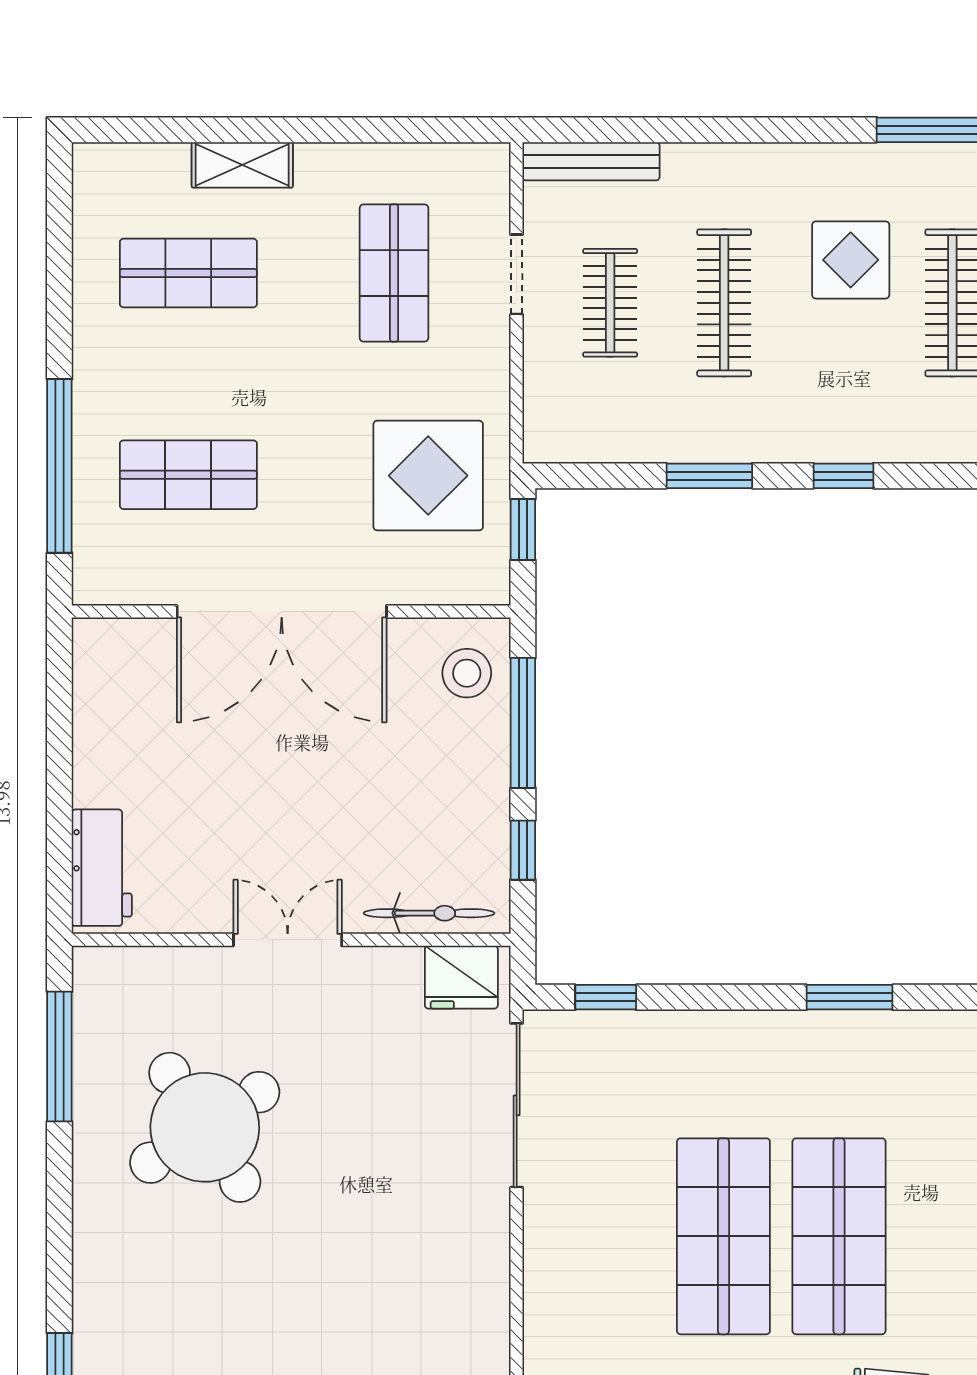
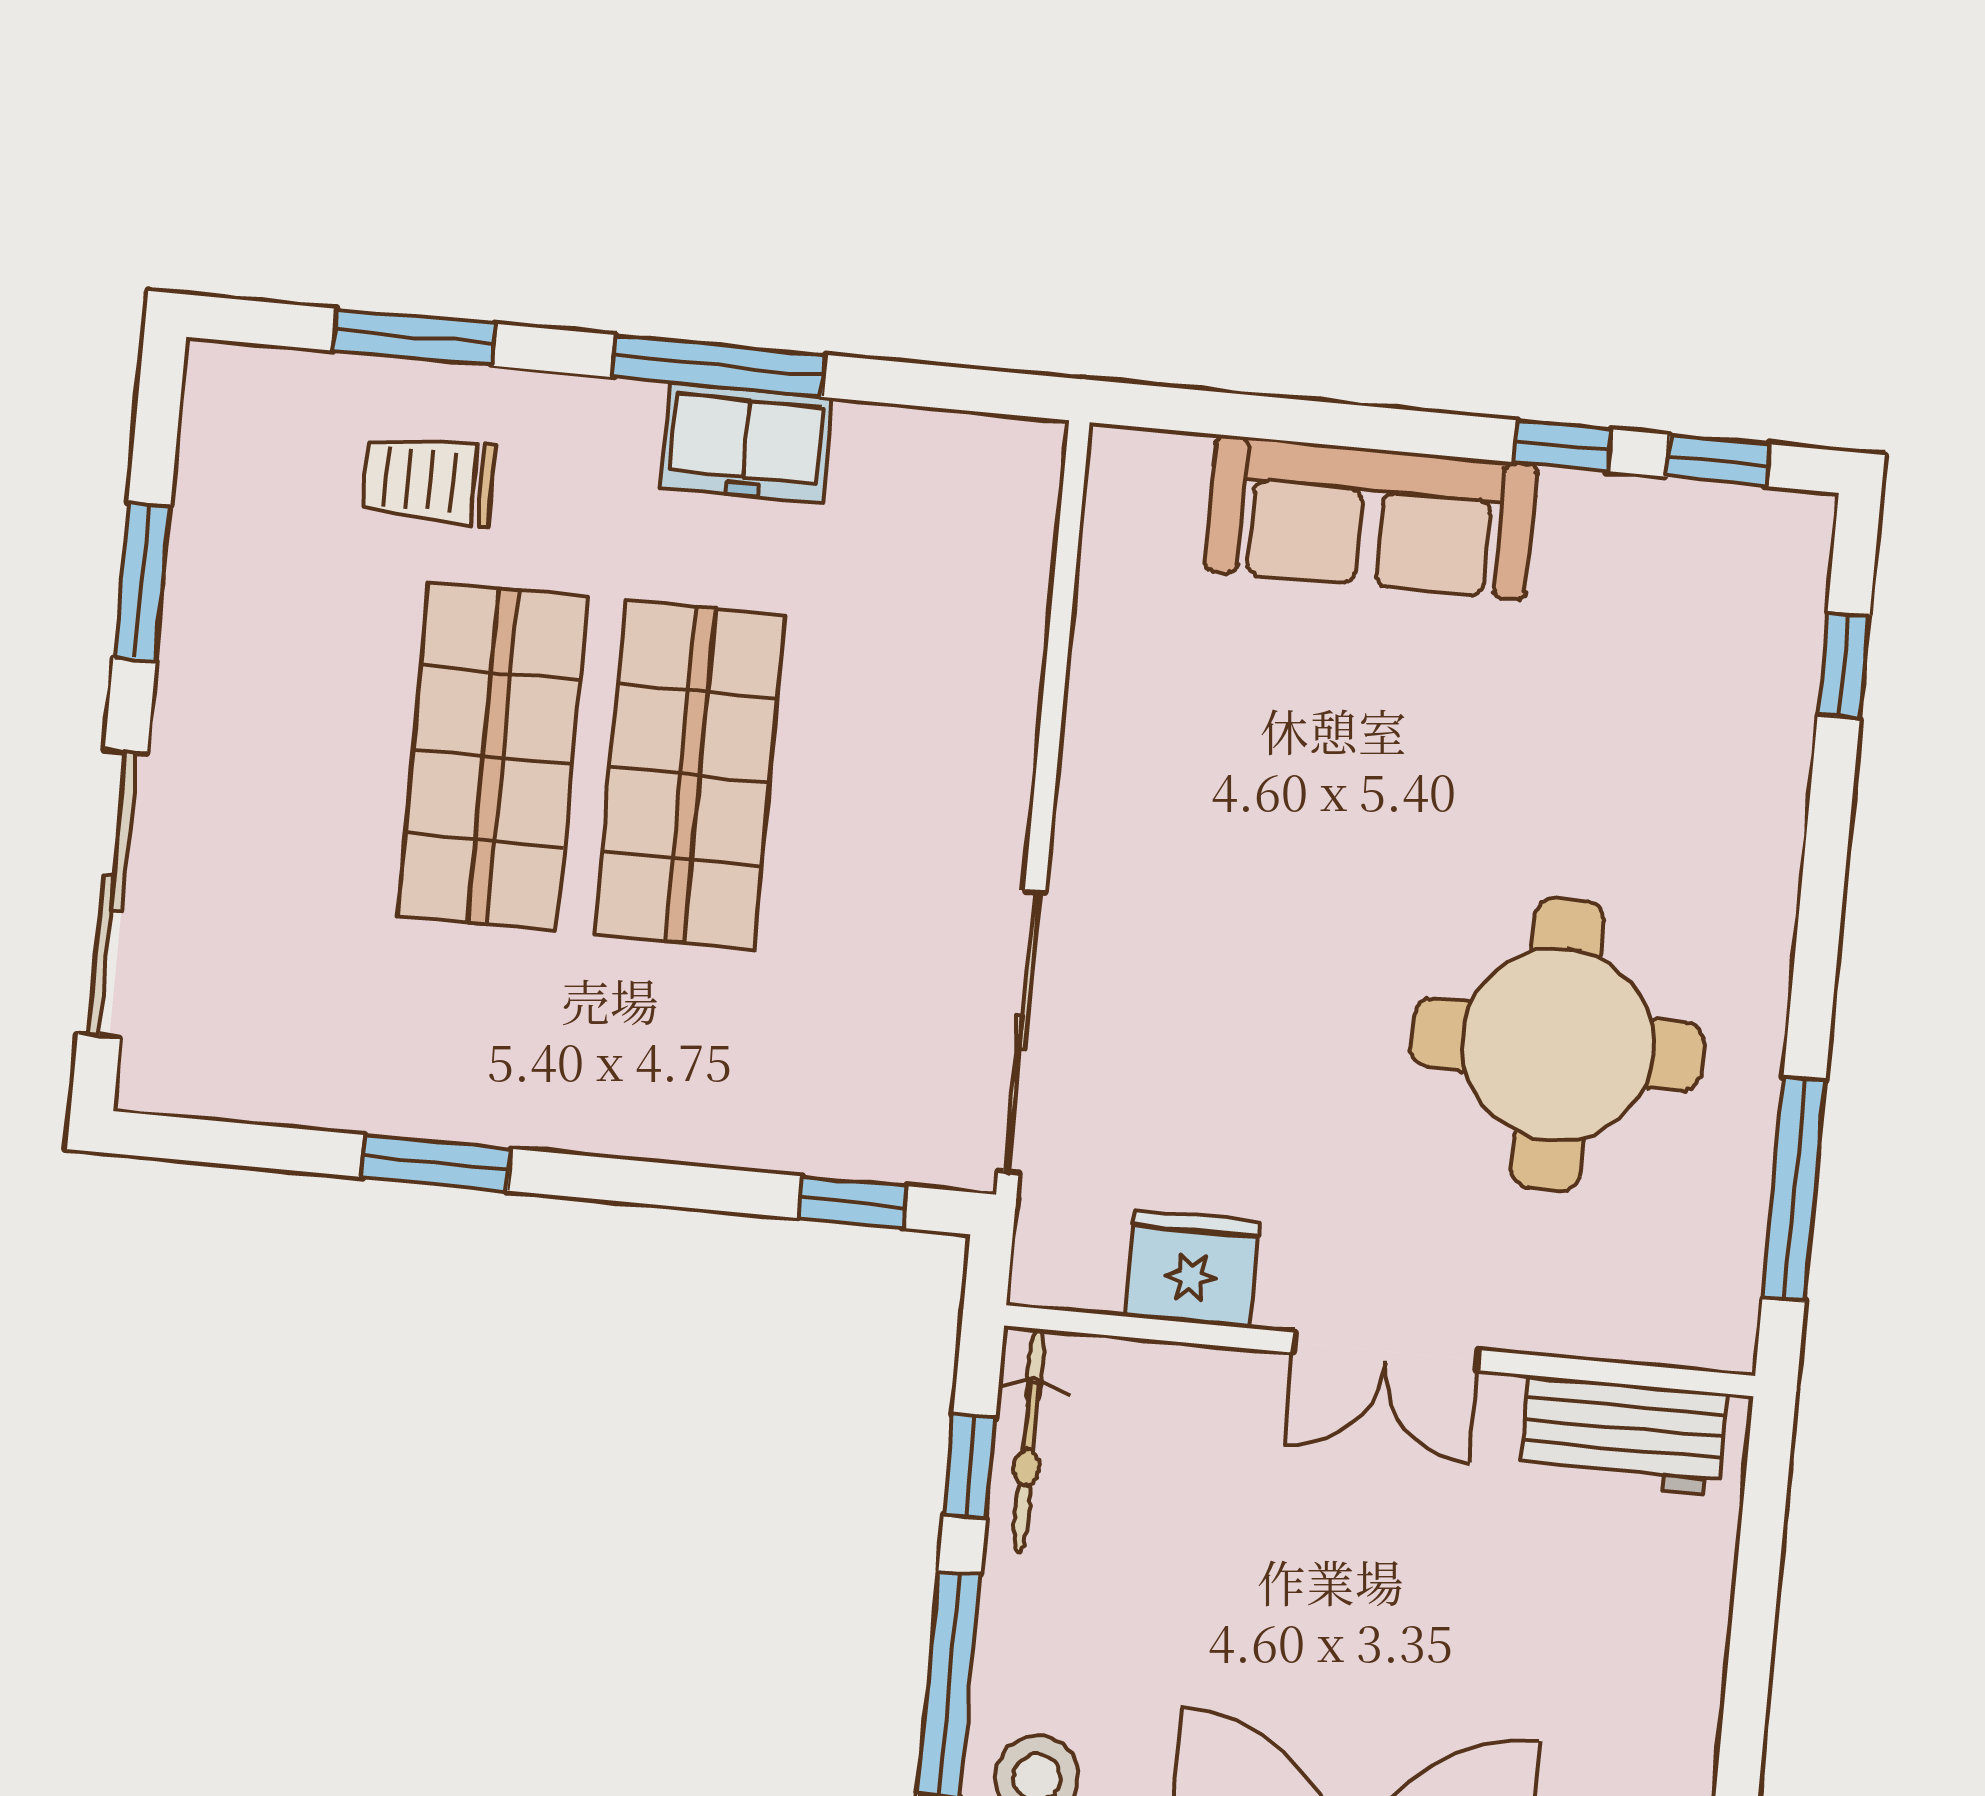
workbench: (102, 868) -> (1624, 1436), moved, turned -90
bicycle: (429, 913) -> (1029, 1440), moved, turned -90
fridge: (461, 977) -> (1192, 1269), moved
round table: (205, 1127) -> (1557, 1045), turned 33

